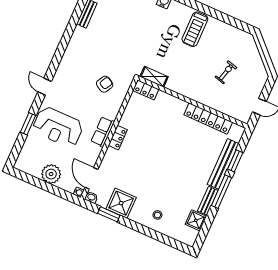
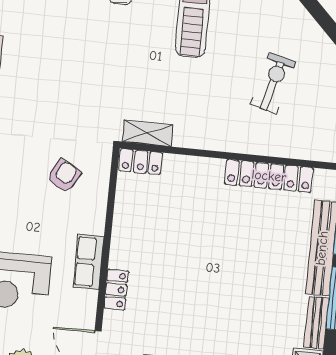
exercise bike: (226, 72) -> (273, 83), width x1.38, depth x1.39
locker: (118, 138) -> (116, 290), moved

